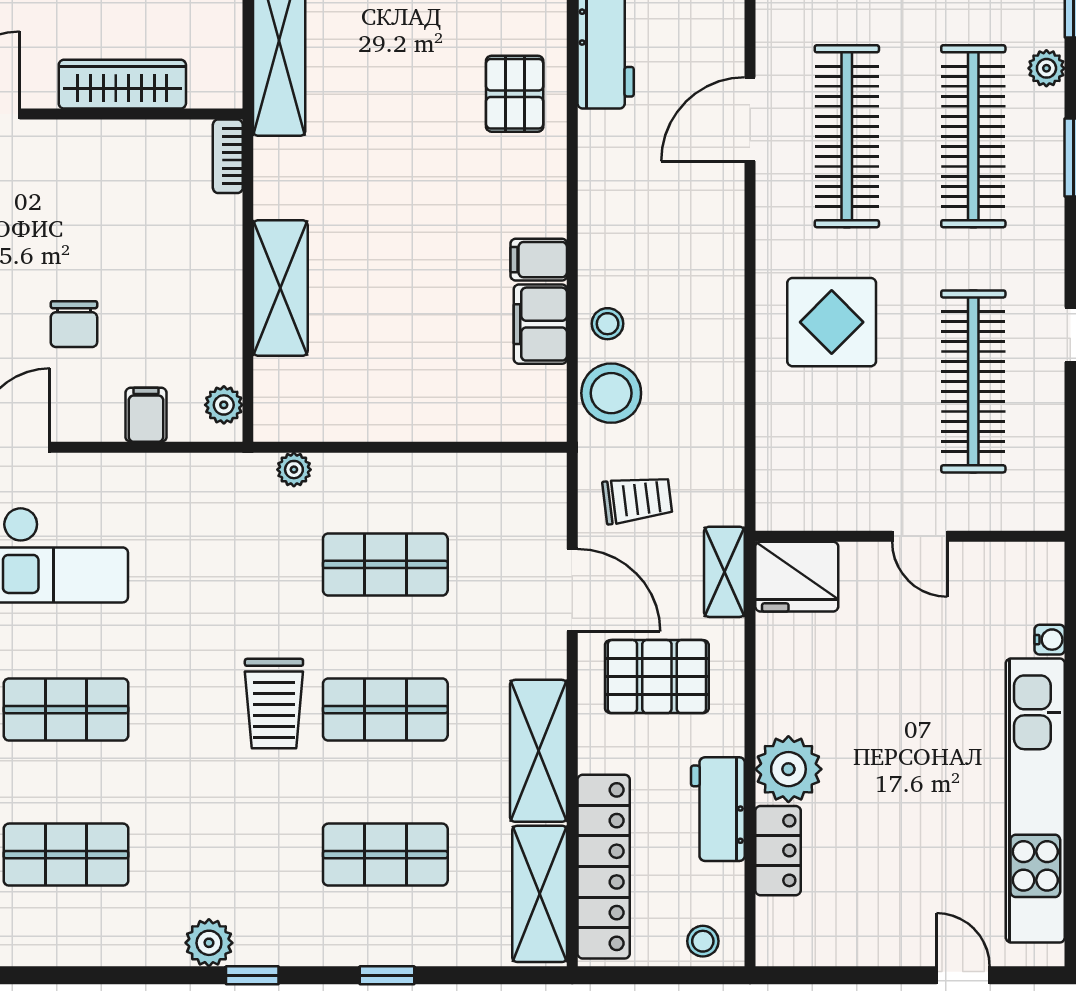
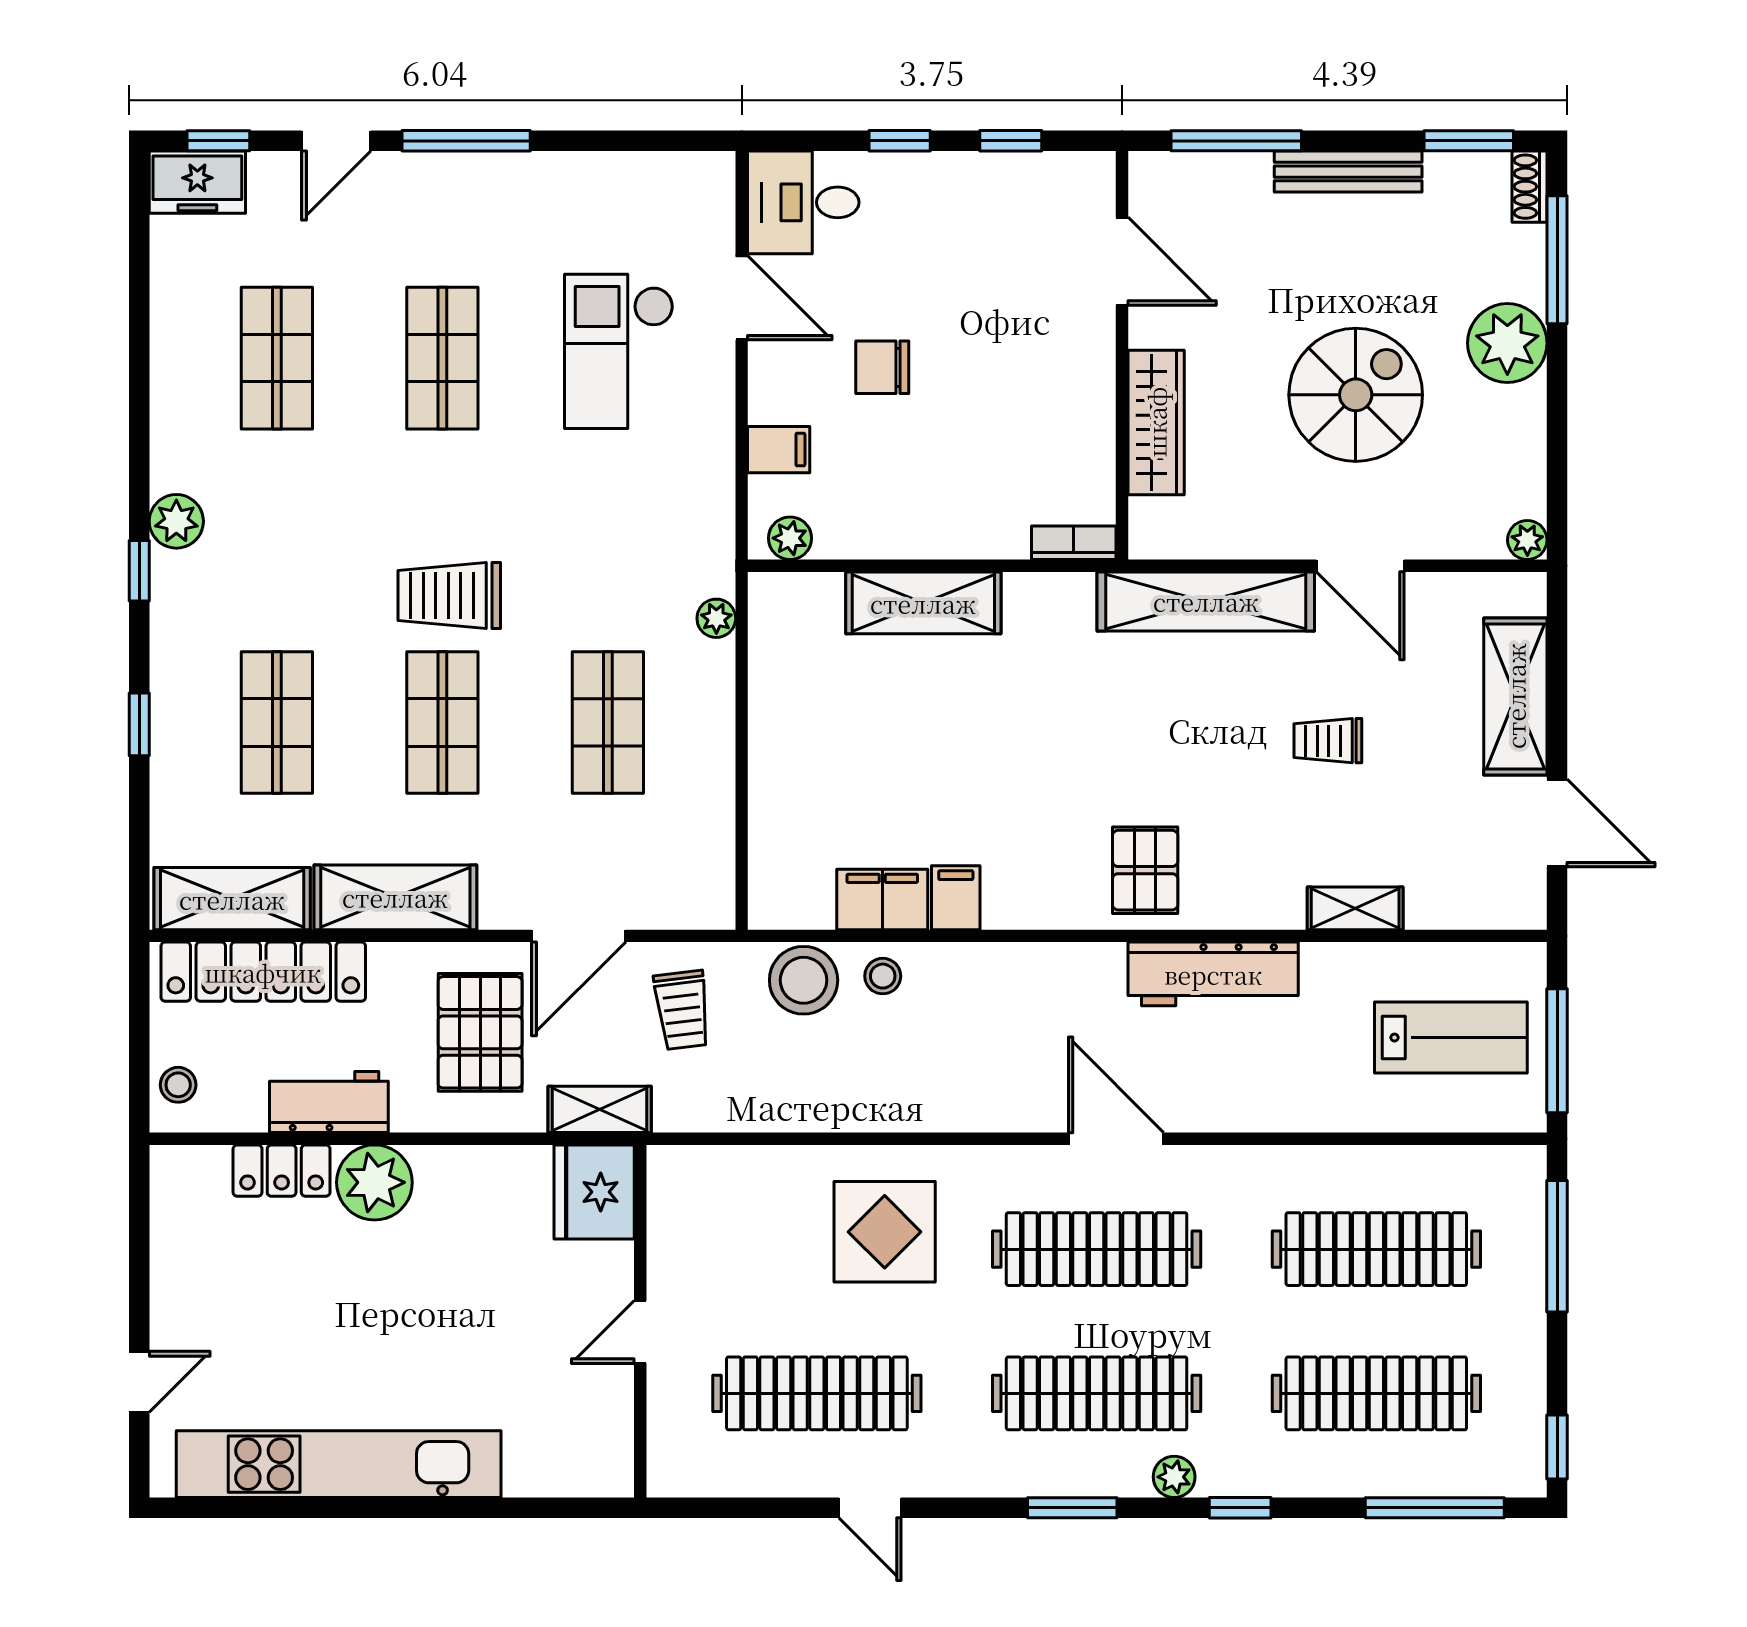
pallet: (515, 94) -> (1145, 870), turned 90
water cooler: (1050, 640) -> (522, 1480), removed

